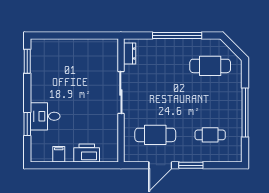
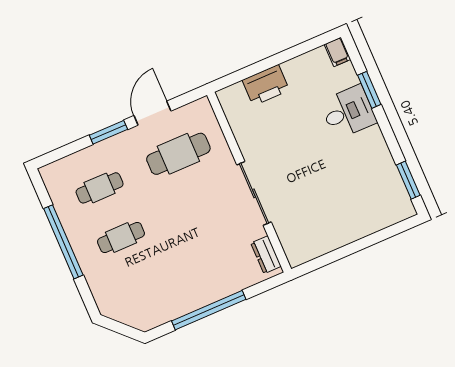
cafe table: (210, 66) -> (121, 237), moved, width x0.73, depth x0.74
filing cabinet: (59, 154) -> (337, 52), moved

